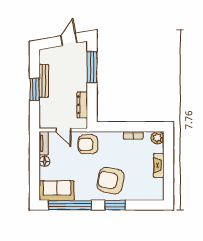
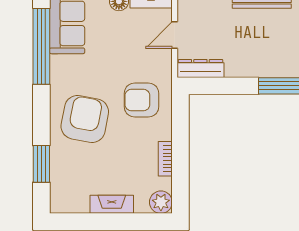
dresser: (82, 105) -> (200, 68), moved
armchair: (88, 144) -> (142, 100), moved, turned -90
window: (115, 205) -> (41, 164), moved

